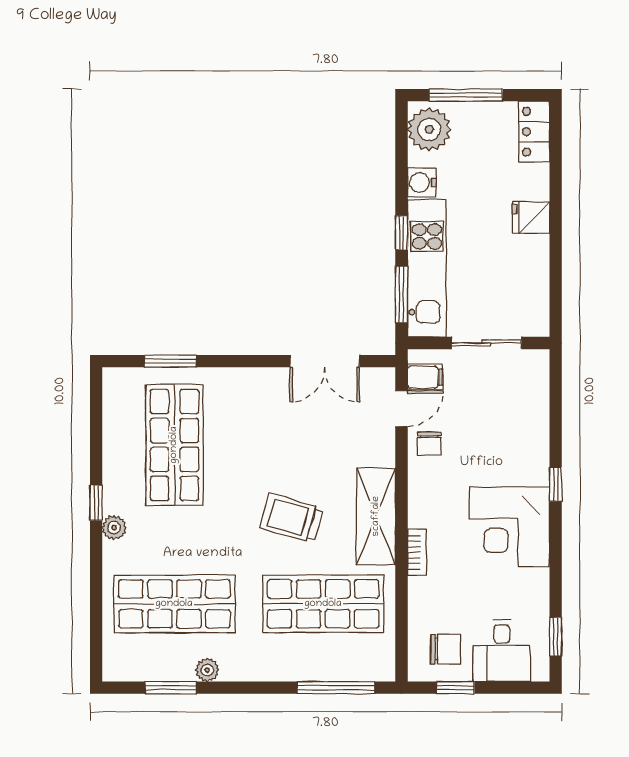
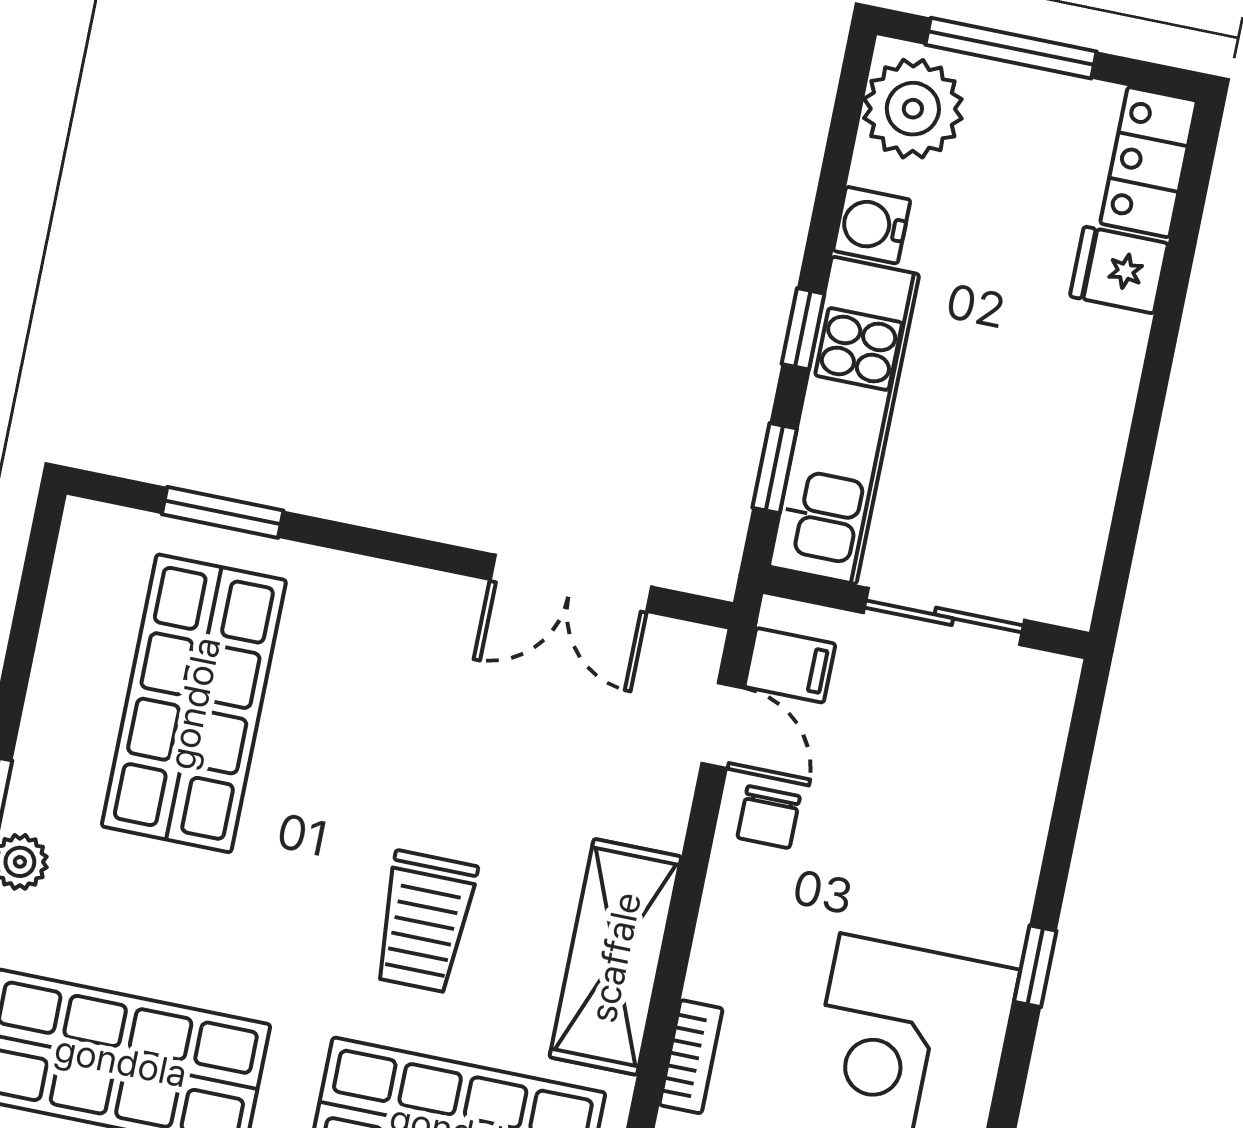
fridge: (531, 218) -> (1119, 270), moved
window: (401, 294) -> (775, 468), width x0.67
door: (401, 409) -> (722, 726), hinge flipped
trolley: (292, 518) -> (424, 922), turned -106

